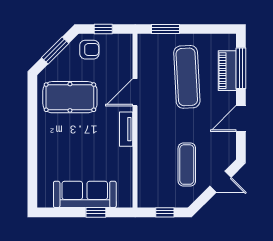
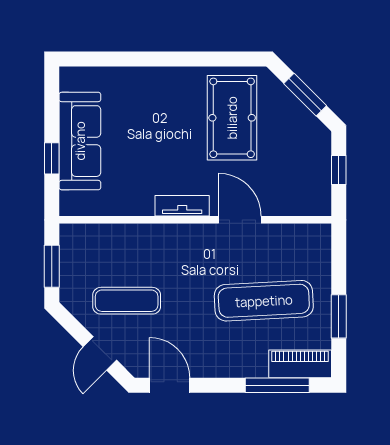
window: (165, 29) -> (339, 316), moved
armchair: (89, 50) -> (307, 148), removed
piano: (227, 71) -> (300, 364), moved
door: (241, 118) -> (170, 385), moved
window: (165, 212) -> (52, 266), width x1.50

